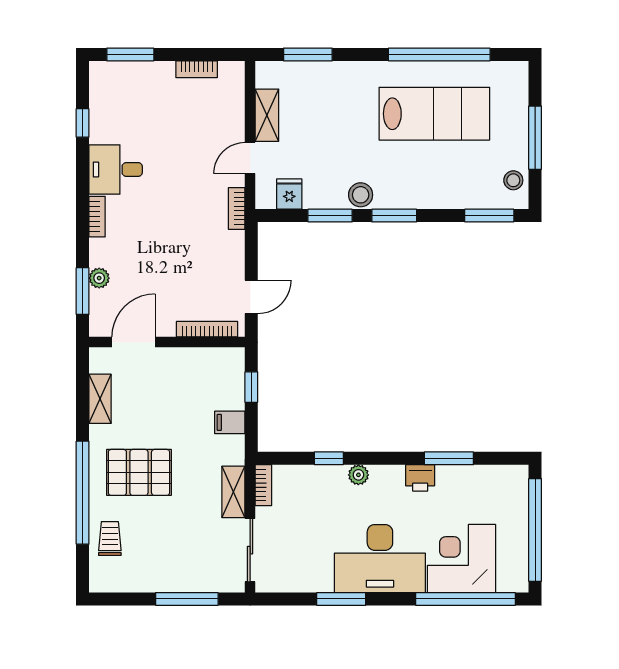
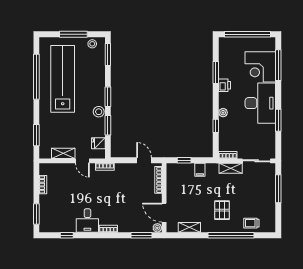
lab bench: (434, 114) -> (63, 79), width x1.36
plant: (99, 278) -> (157, 228), moved
pallet: (139, 472) -> (222, 210), width x0.67, depth x0.71
window: (465, 599) -> (278, 65), width x0.68

